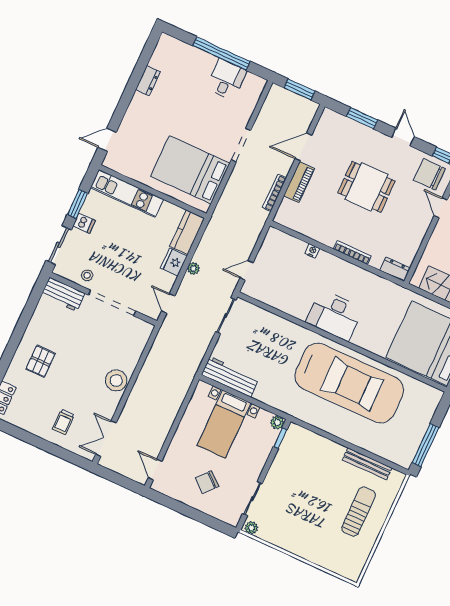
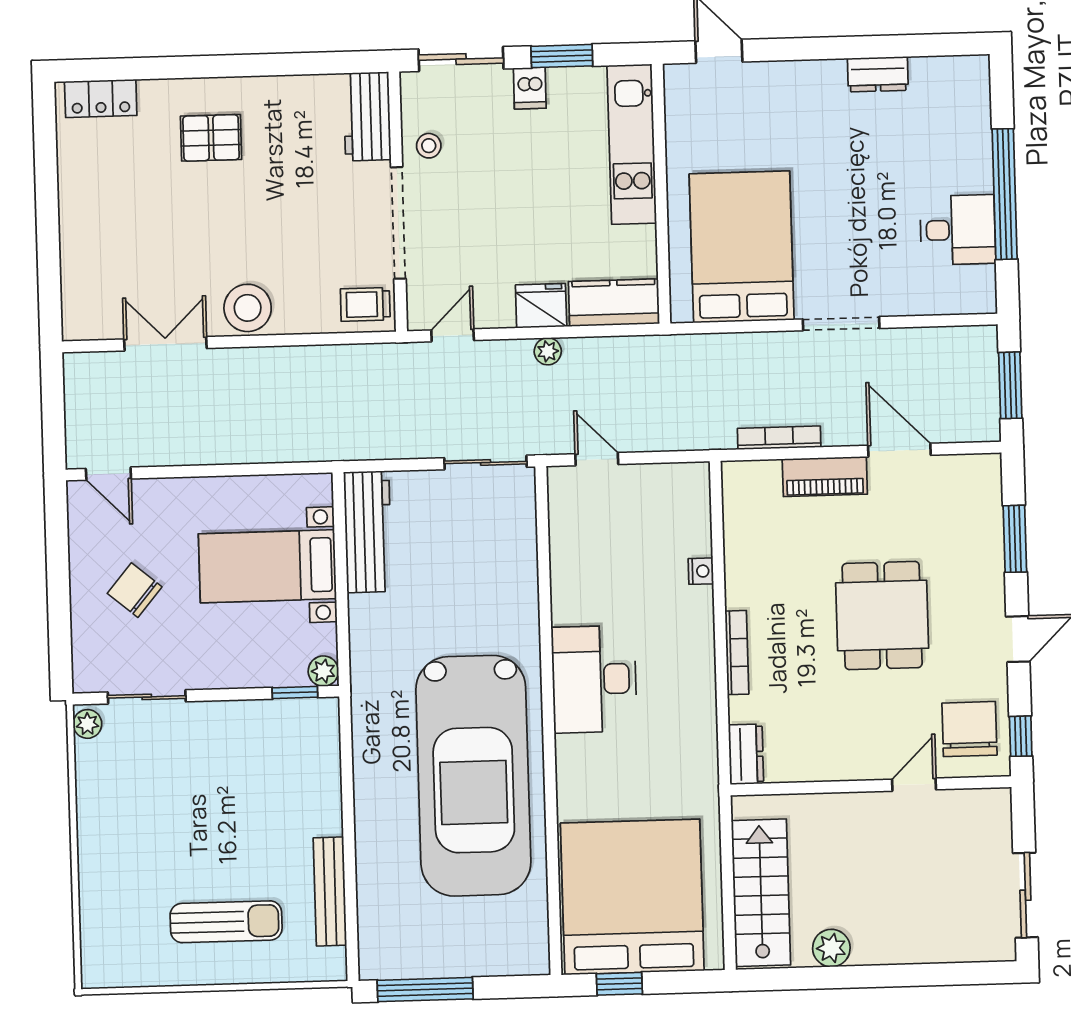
trolley: (63, 422) -> (365, 304), moved
double door: (106, 439) -> (165, 344), moved
door: (155, 469) -> (108, 474), swing flipped

